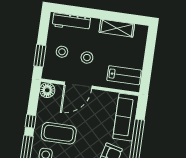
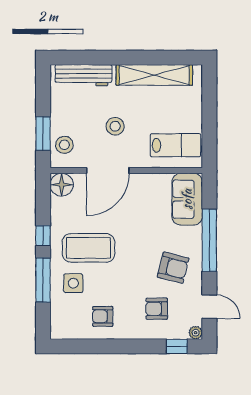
shelving: (117, 28) -> (154, 75), width x1.47
stool: (62, 52) -> (64, 145), moved
sofa: (126, 117) -> (187, 199), width x0.73

